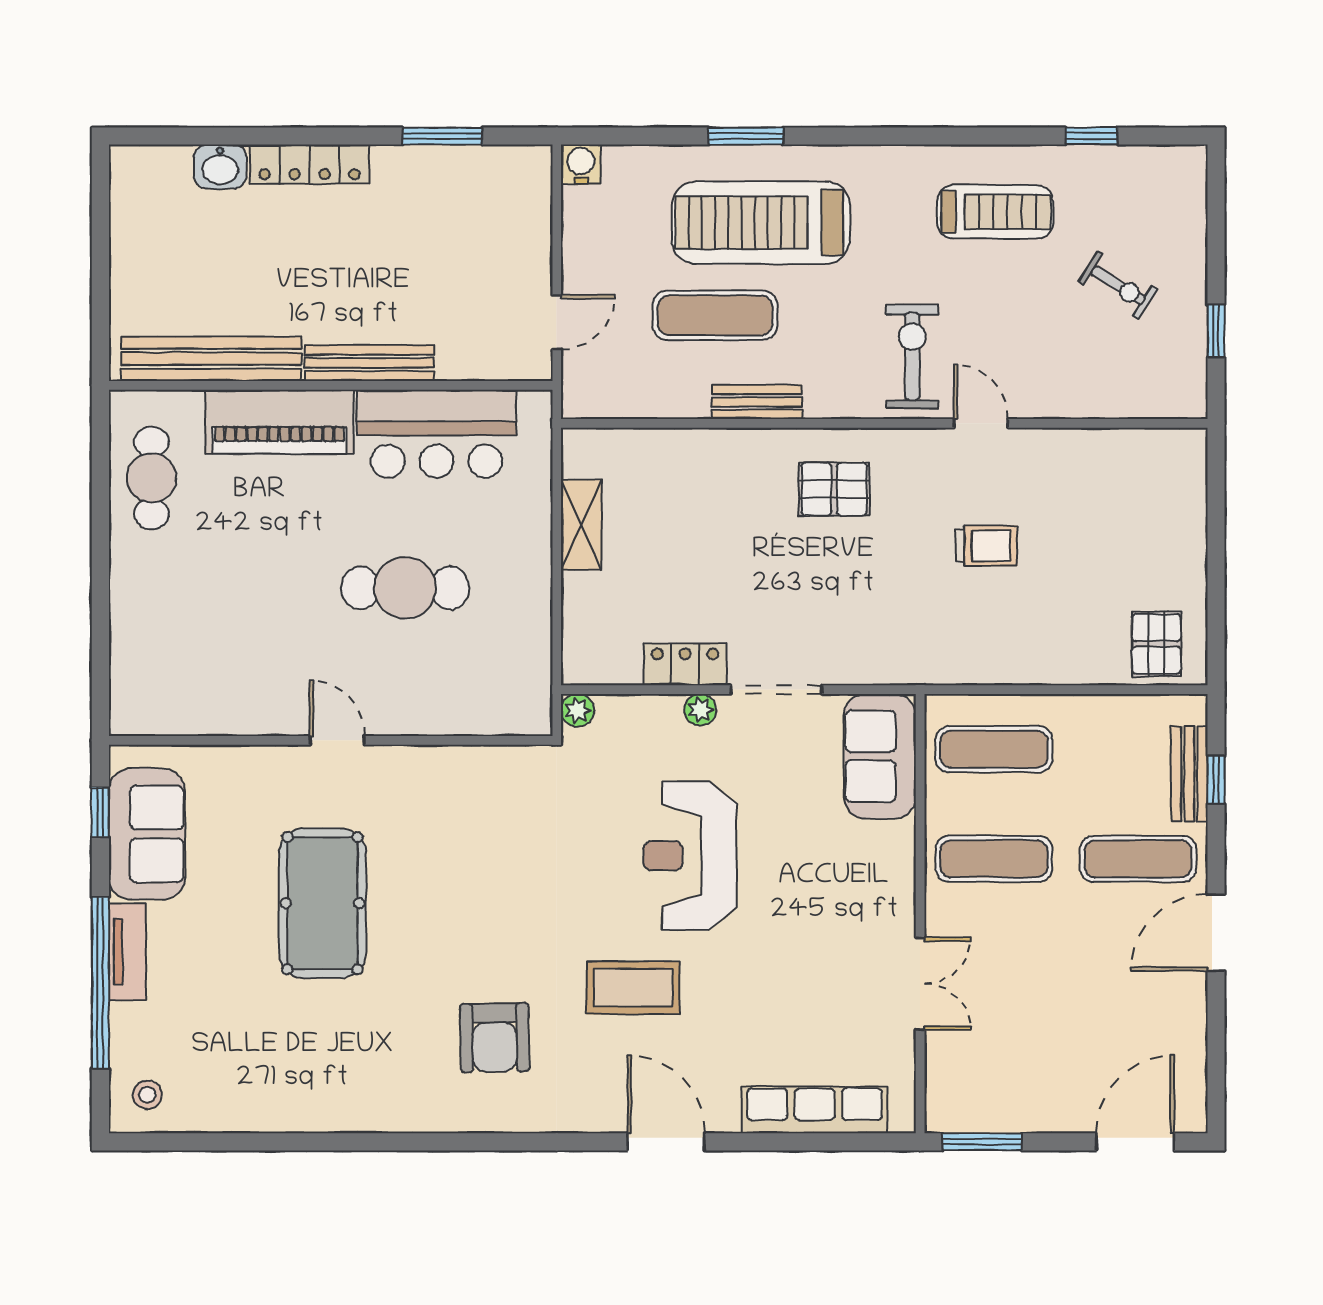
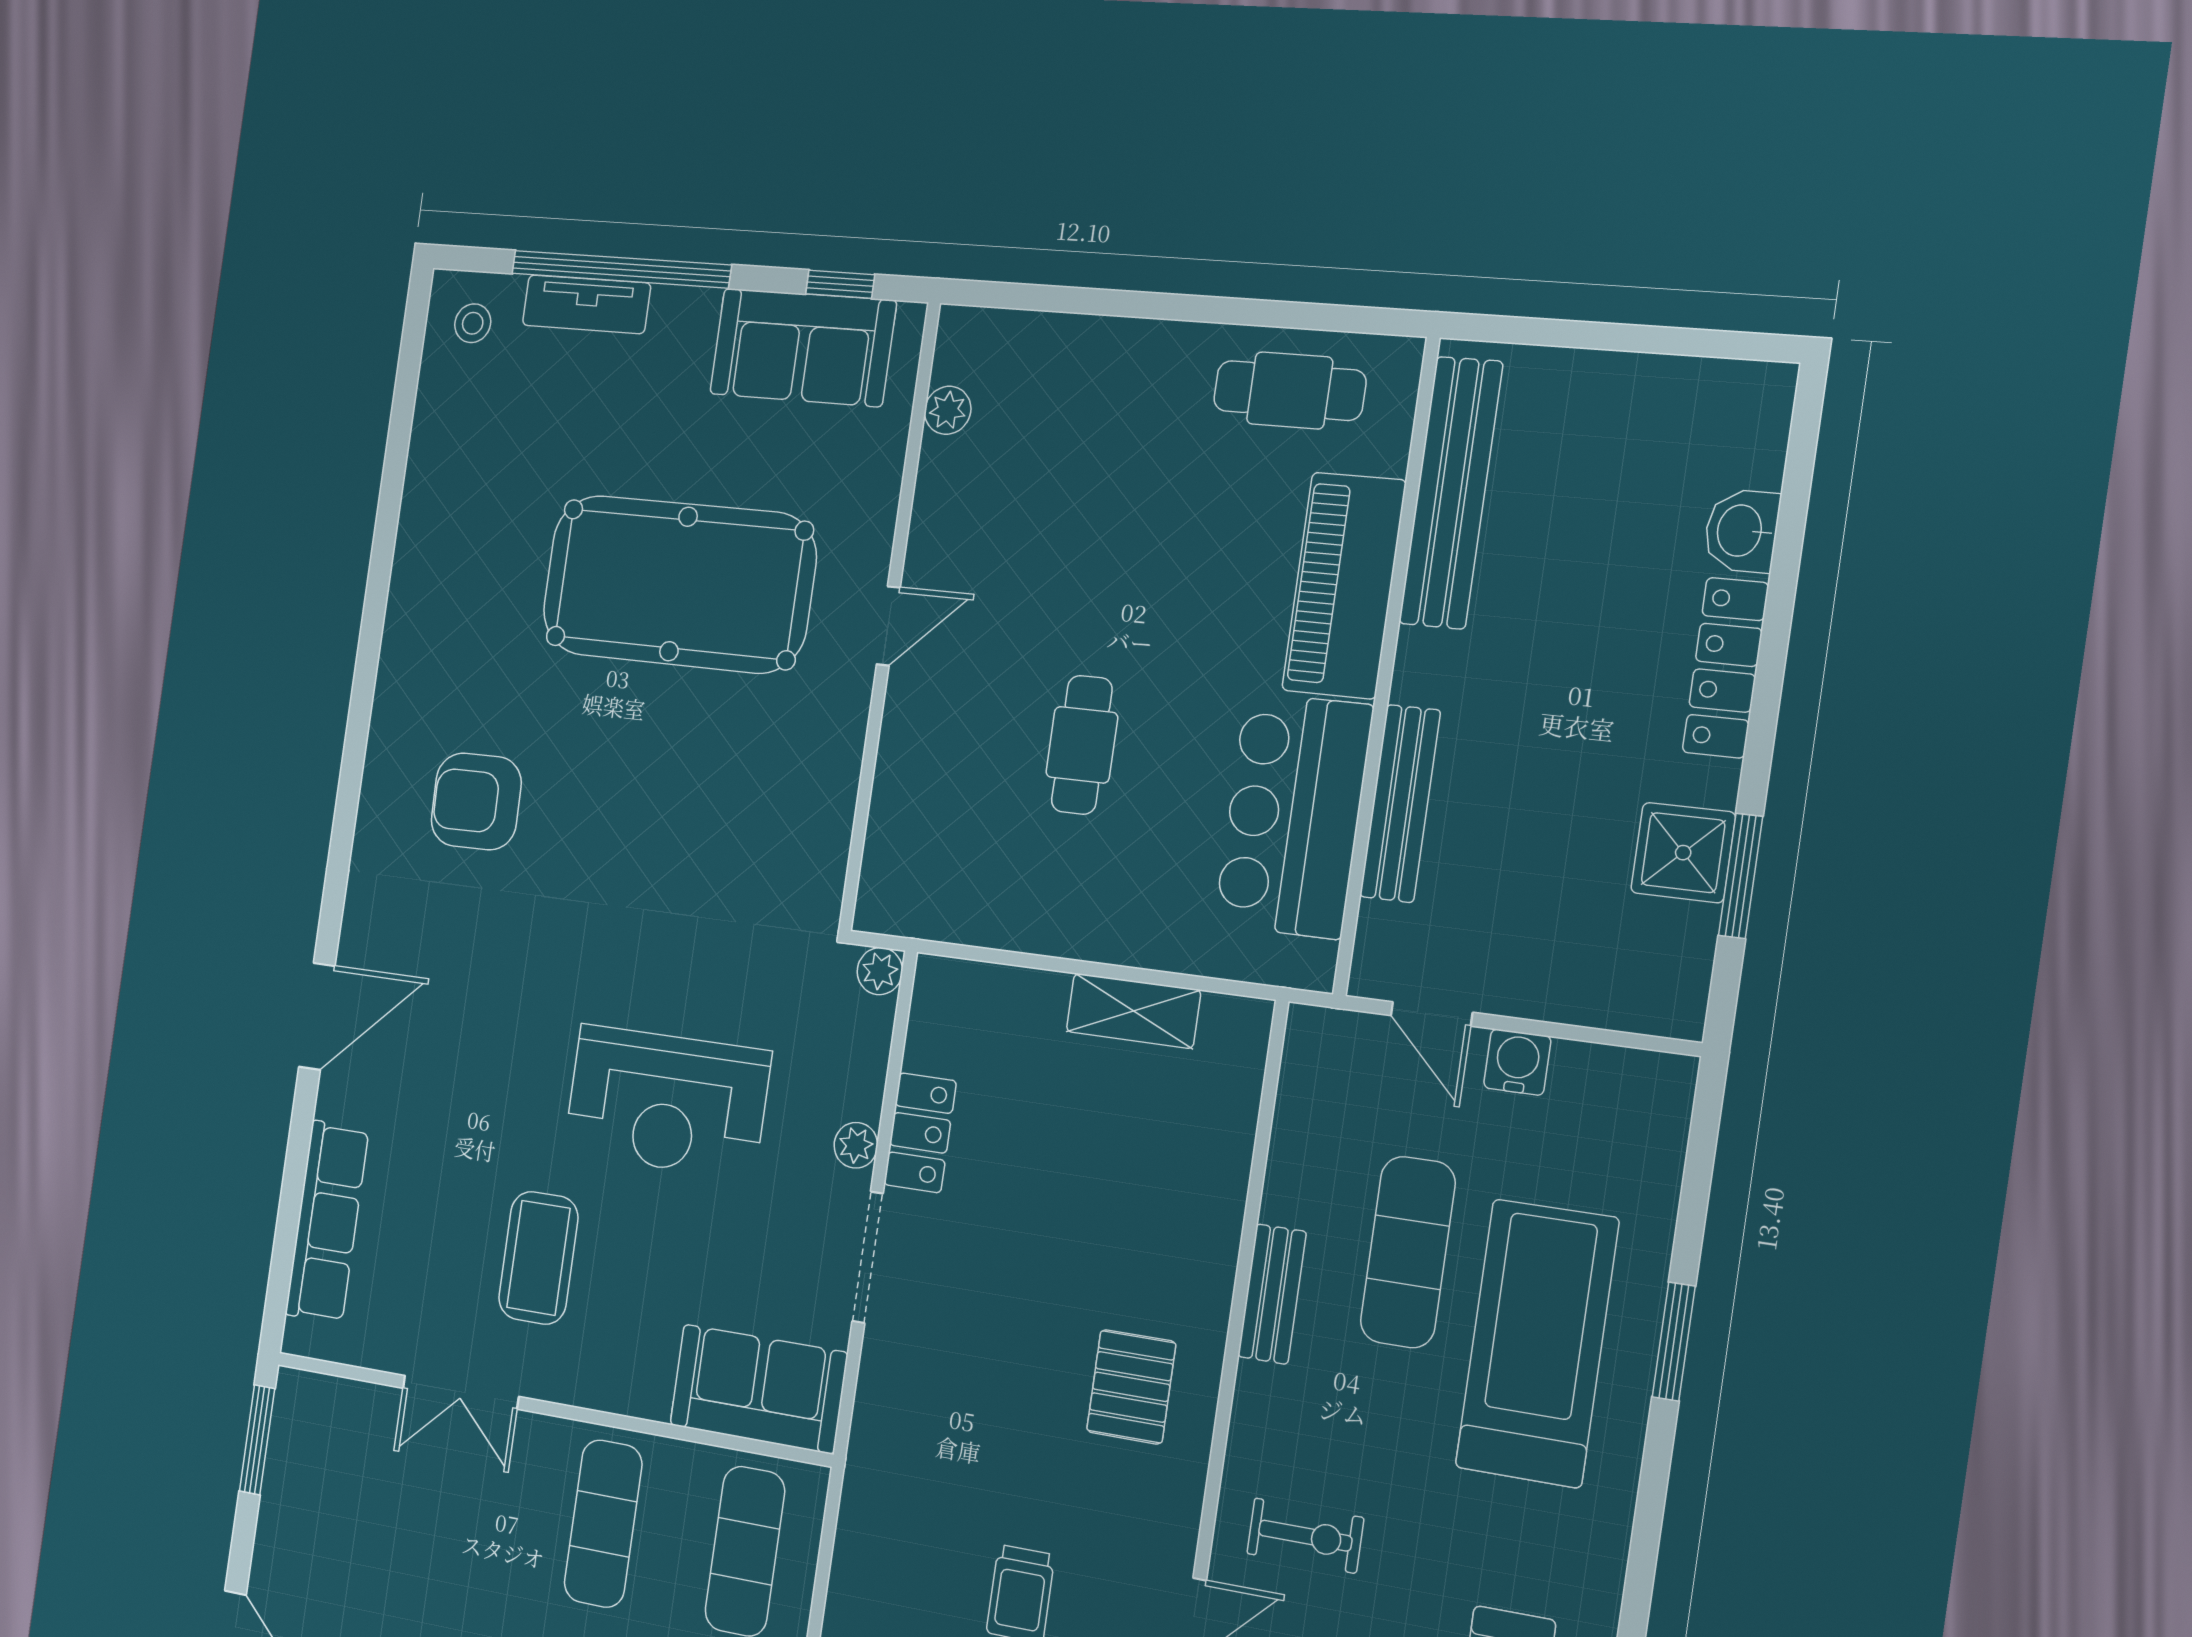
water cooler: (581, 164) -> (1517, 1062), moved, turned -90
shower: (432, 174) -> (1683, 853), added
exercise bike: (912, 356) -> (1305, 1536), width x0.73, depth x0.72
bench: (369, 363) -> (1400, 803), moved
cafe table: (405, 588) -> (1082, 745), width x0.73, depth x0.74
plant: (183, 719) -> (948, 410), added
reception desk: (690, 856) -> (667, 1102), turned 180
pool table: (322, 903) -> (678, 584), width x1.36, depth x1.32
tv unit: (127, 952) -> (586, 304), moved
coffee table: (633, 988) -> (538, 1258), moved

